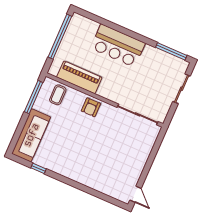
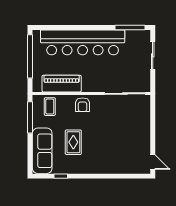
bar counter: (118, 46) -> (83, 42), width x1.86
rug: (66, 140) -> (73, 142), added

